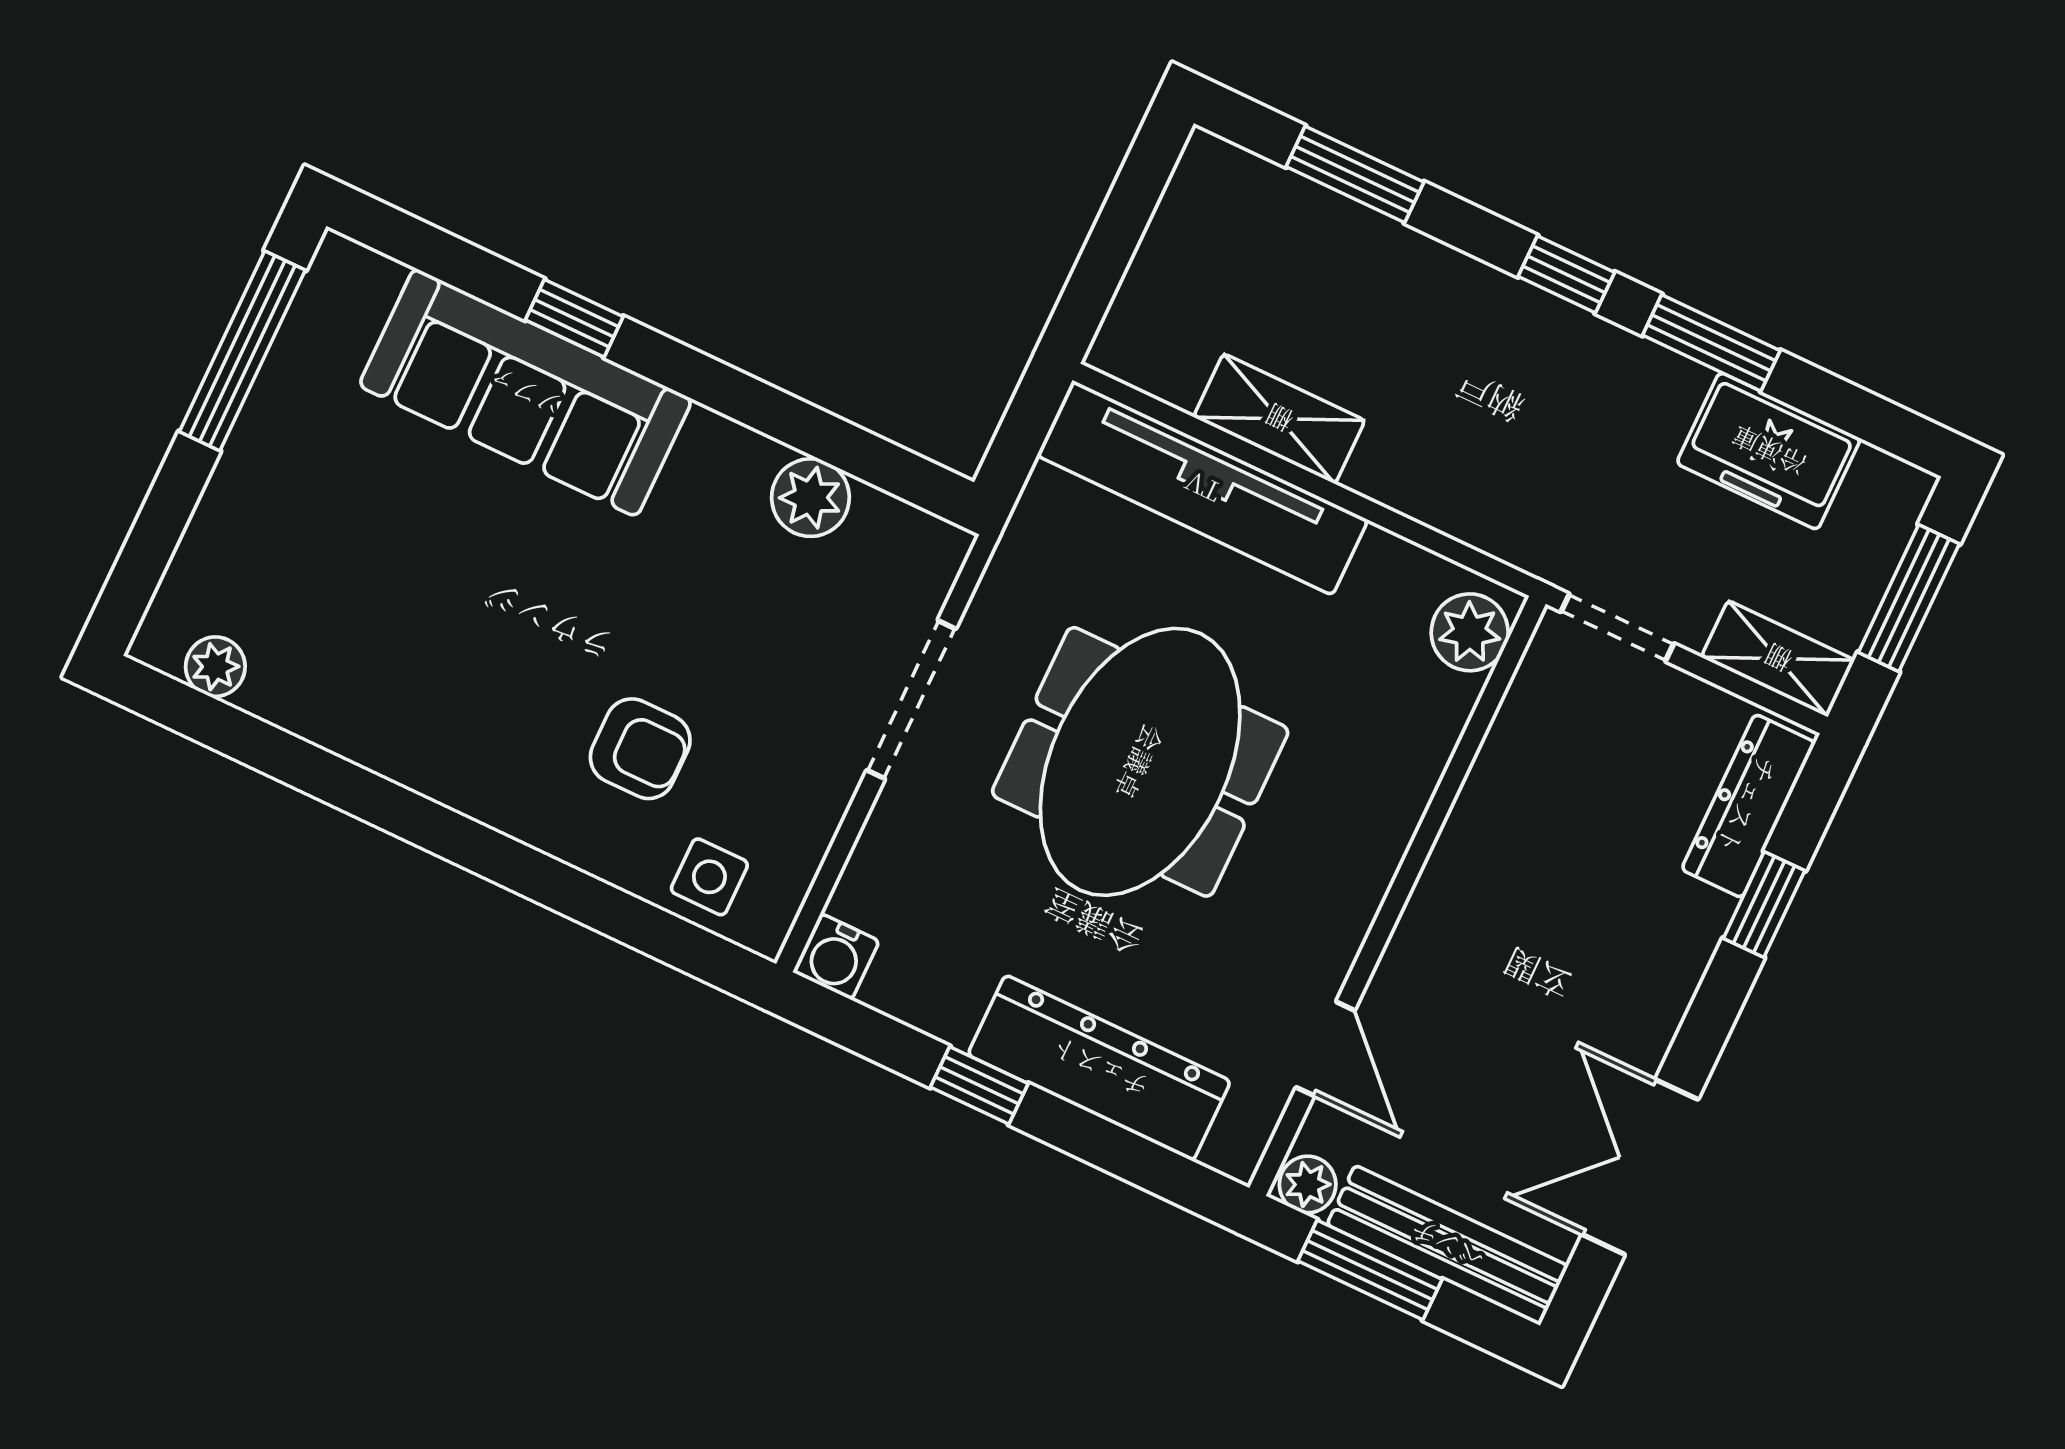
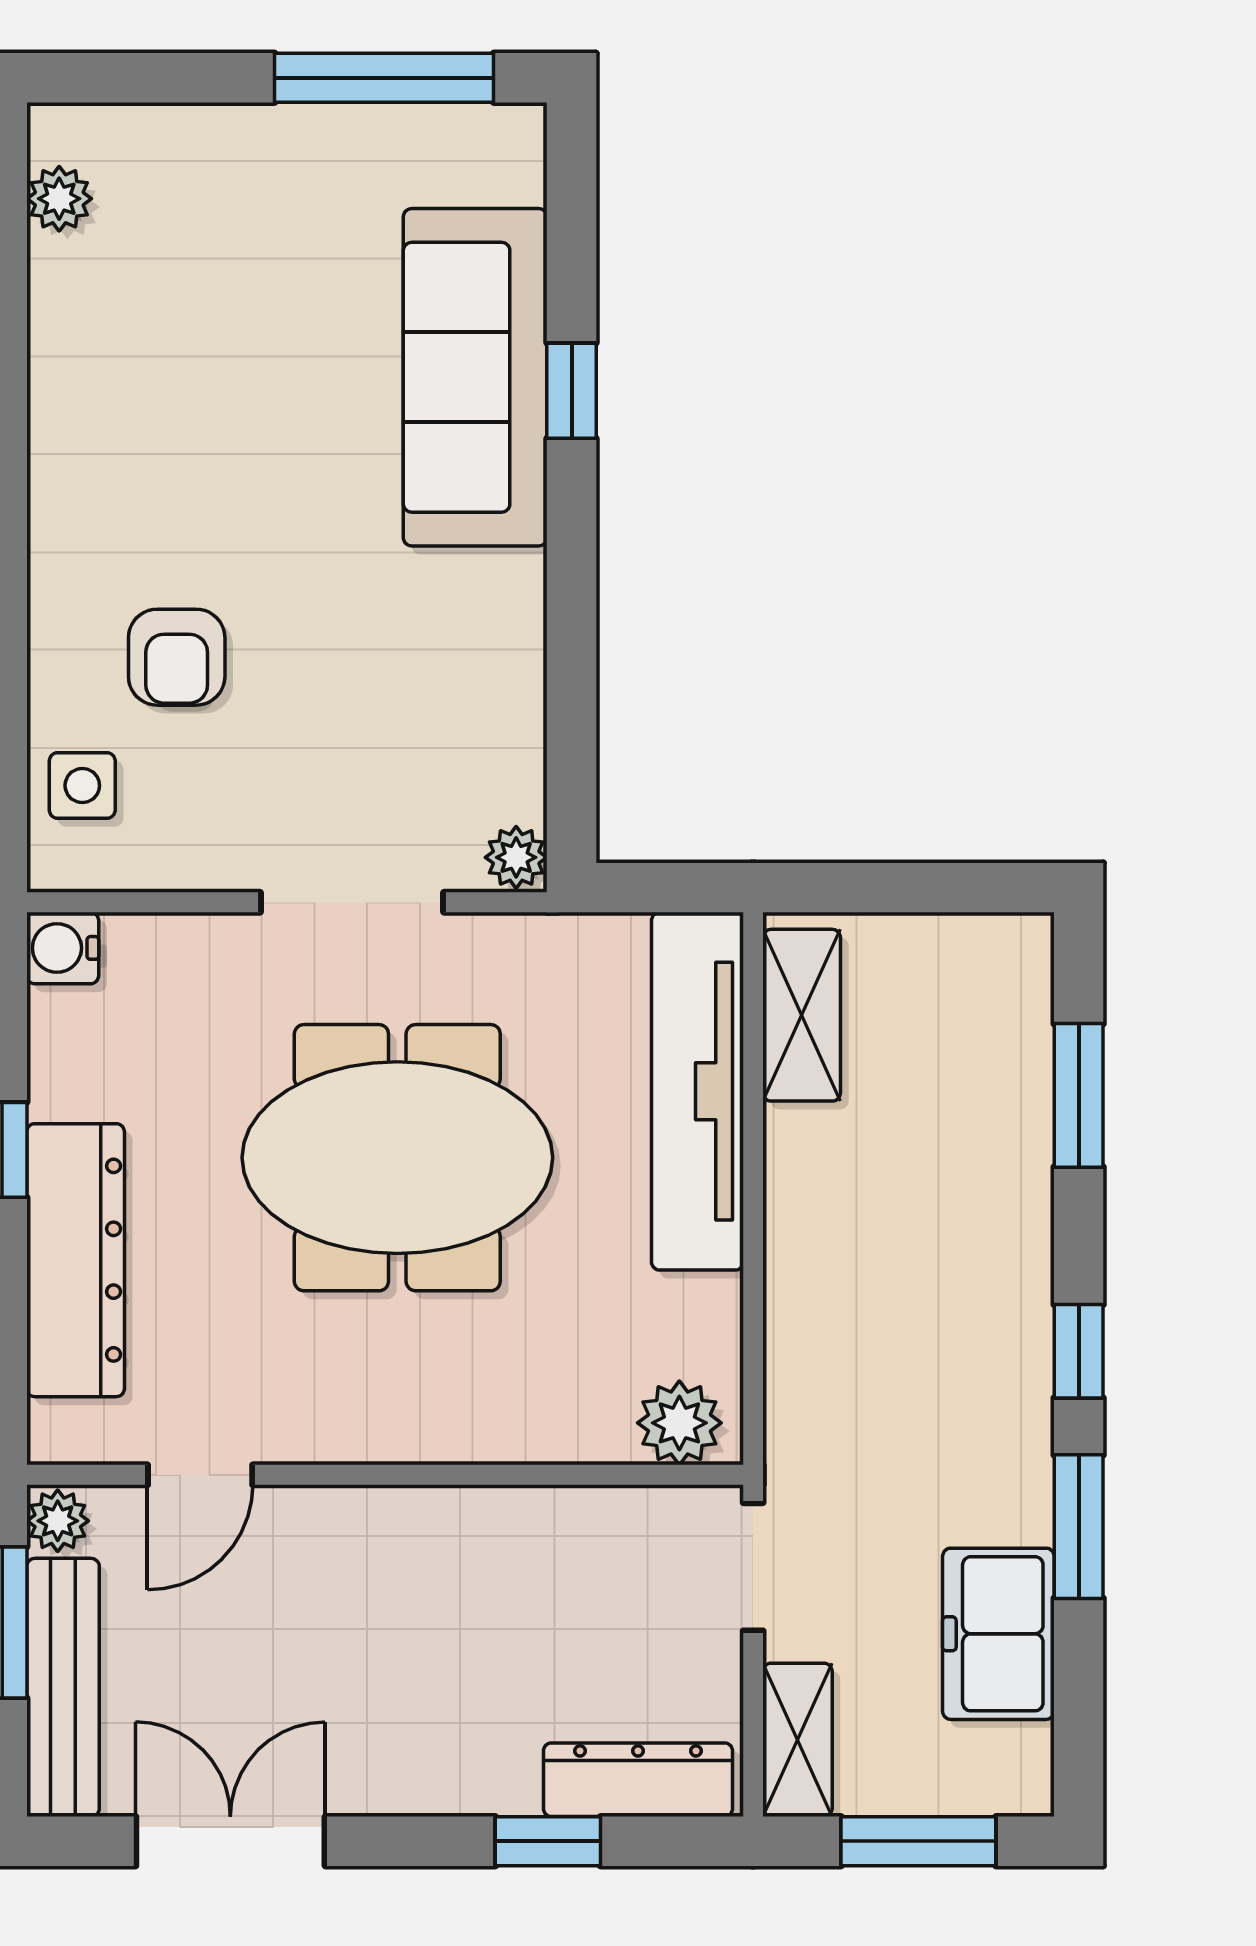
shelving: (1279, 419) -> (802, 1015), moved
plant: (810, 498) -> (516, 857), moved, width x0.73, depth x0.73

